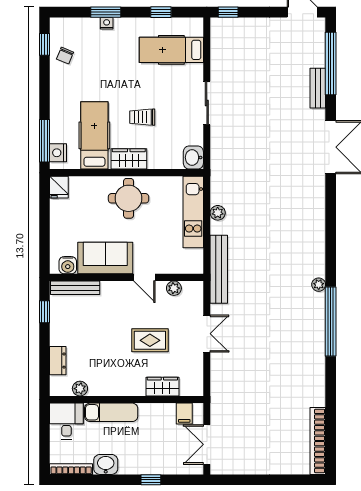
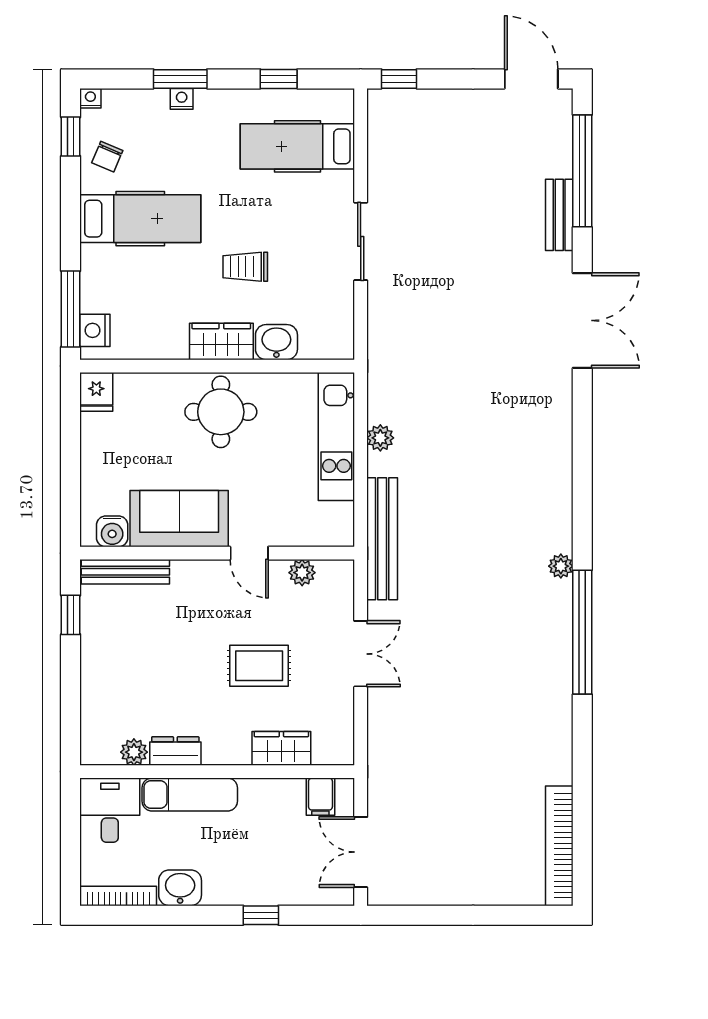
nightstand: (56, 23) -> (90, 98), added
hospital bed: (94, 135) -> (140, 219), moved, turned 90
washbasin: (193, 157) -> (276, 342), moved, turned 90
dresser: (58, 361) -> (175, 751), moved, turned -90

